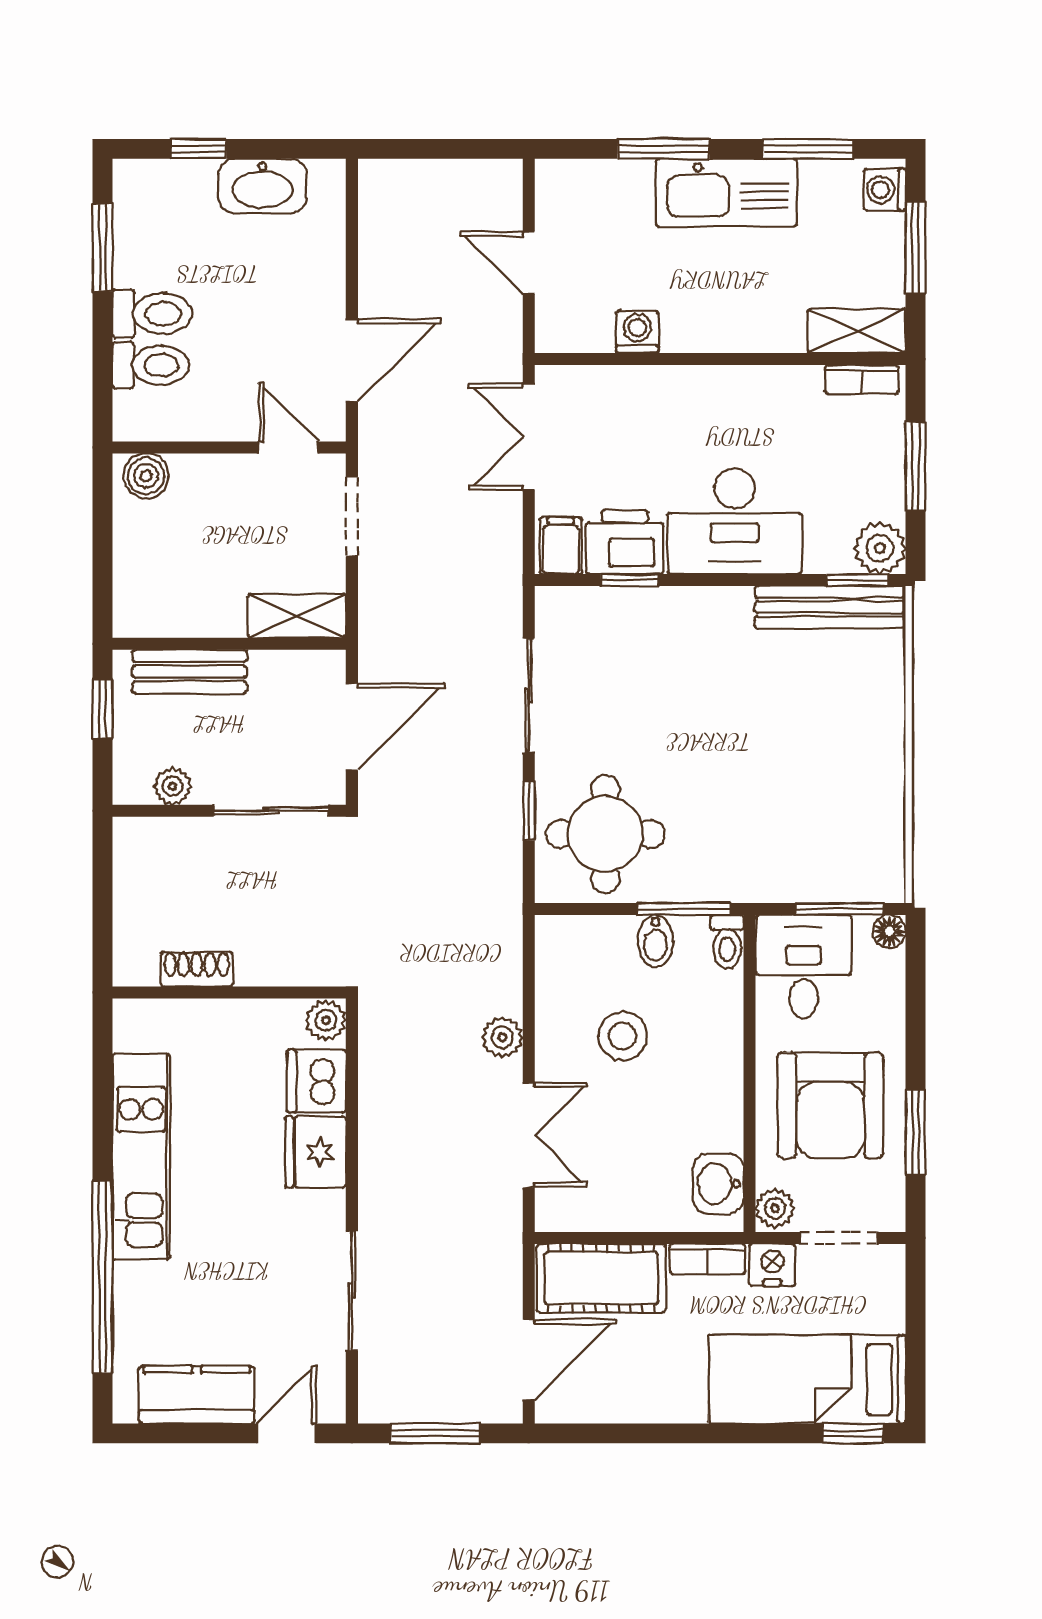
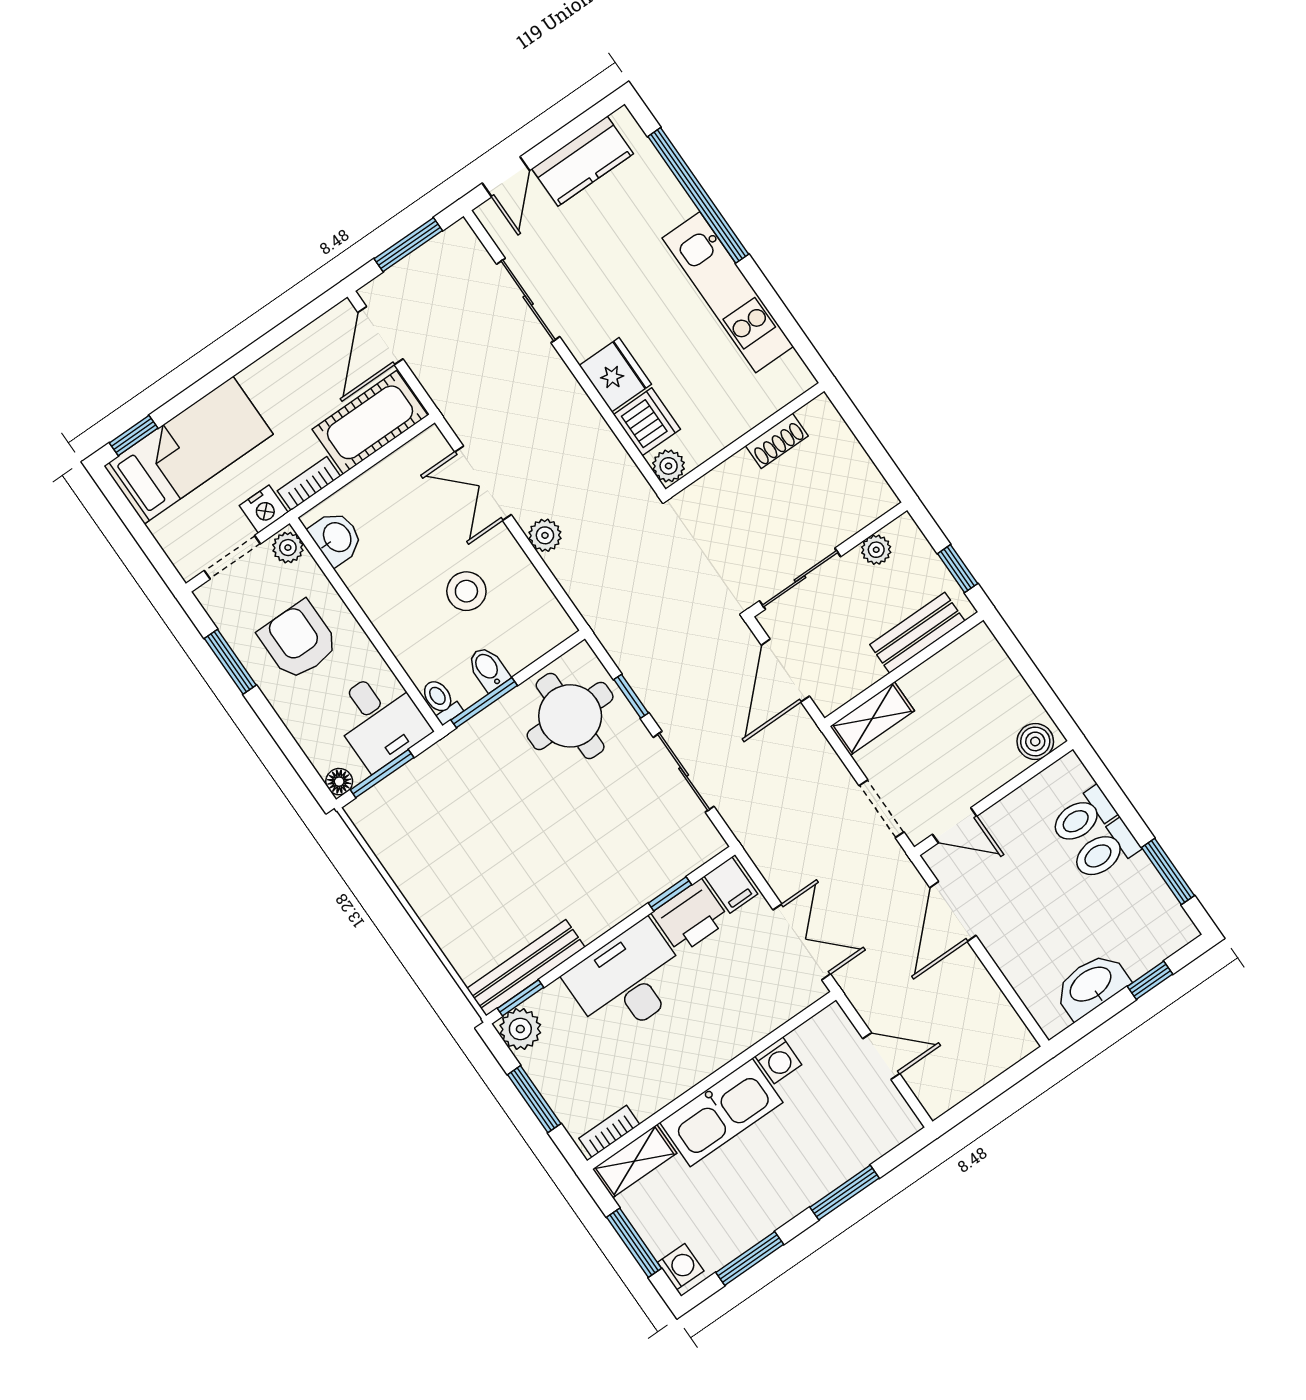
kitchen sink: (726, 193) -> (721, 1112), moved, turned 180
armchair: (830, 1105) -> (298, 640), width x0.73, depth x0.73

